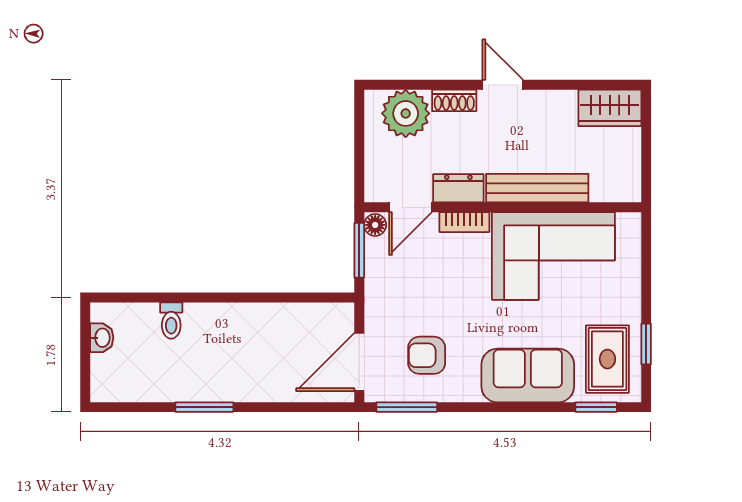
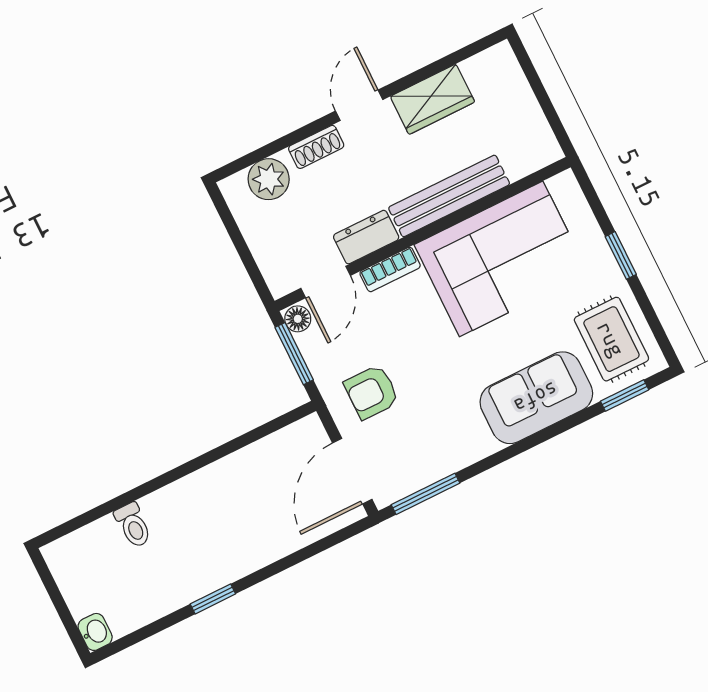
door: (503, 85) -> (359, 105), hinge flipped
wardrobe: (610, 108) -> (432, 99), moved
plant: (406, 113) -> (269, 179), width x0.73, depth x0.73
washbasin: (102, 338) -> (95, 632), moved
window: (646, 344) -> (621, 255), moved
armchair: (427, 355) -> (372, 392), moved
window: (204, 407) -> (213, 599), width x0.67

